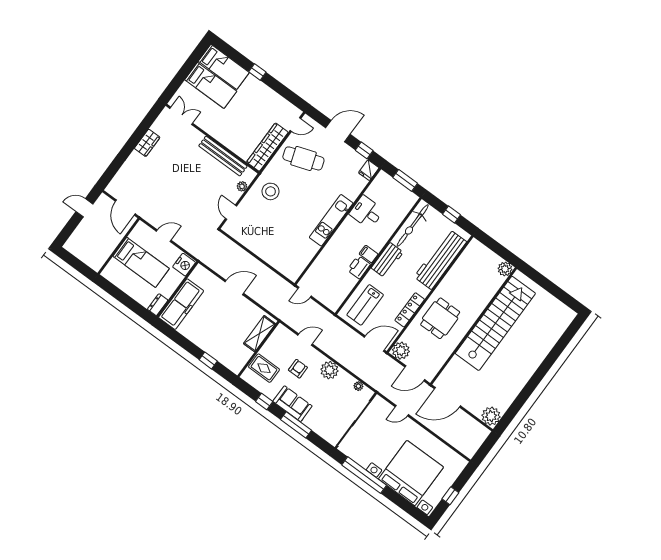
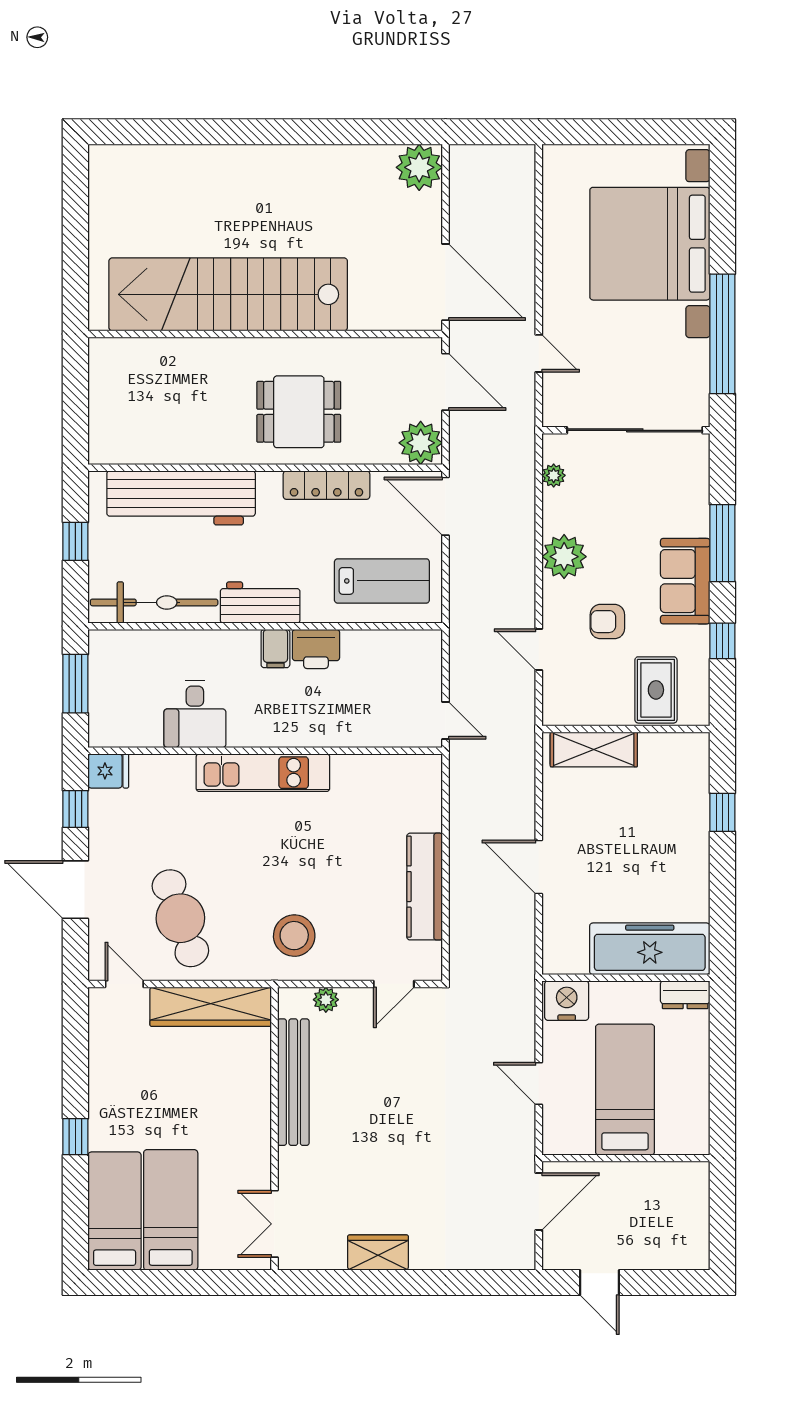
kitchen counter: (255, 246) -> (425, 887), added
plant: (505, 269) -> (106, 355), removed
window: (450, 496) -> (637, 132), removed

